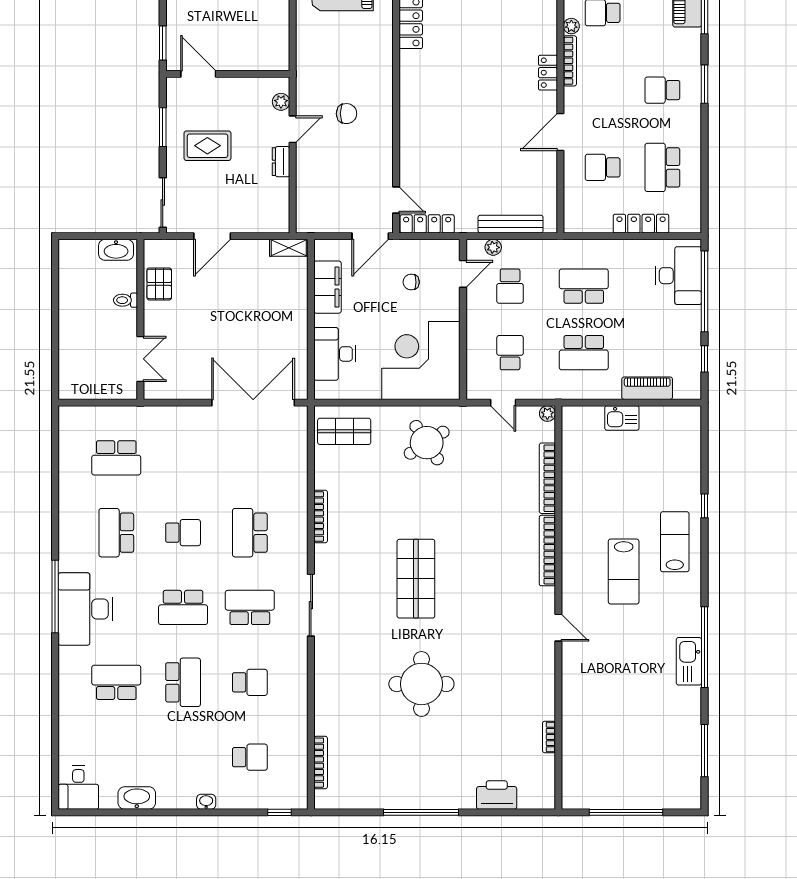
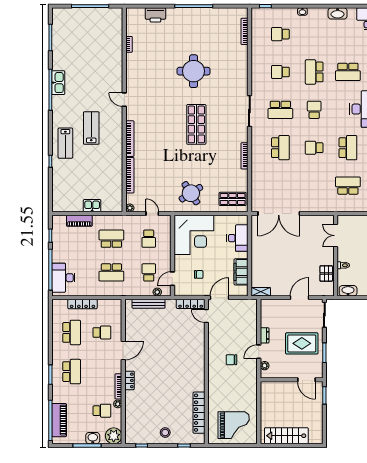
school desk: (662, 90) -> (72, 372), width x1.85
rug: (207, 146) -> (302, 343), width x1.36, depth x1.43
school desk: (183, 607) -> (314, 110), width x0.54

